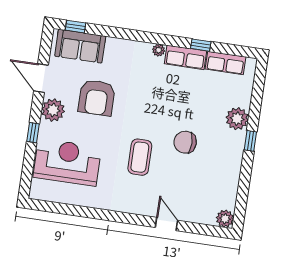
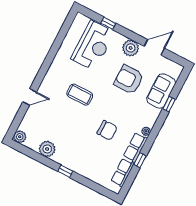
window: (76, 27) -> (169, 104), moved
sofa: (80, 46) -> (161, 91), moved
plant: (237, 119) -> (47, 149), moved
window: (33, 133) -> (108, 23), moved
chair: (185, 142) -> (107, 130), moved, turned 90

